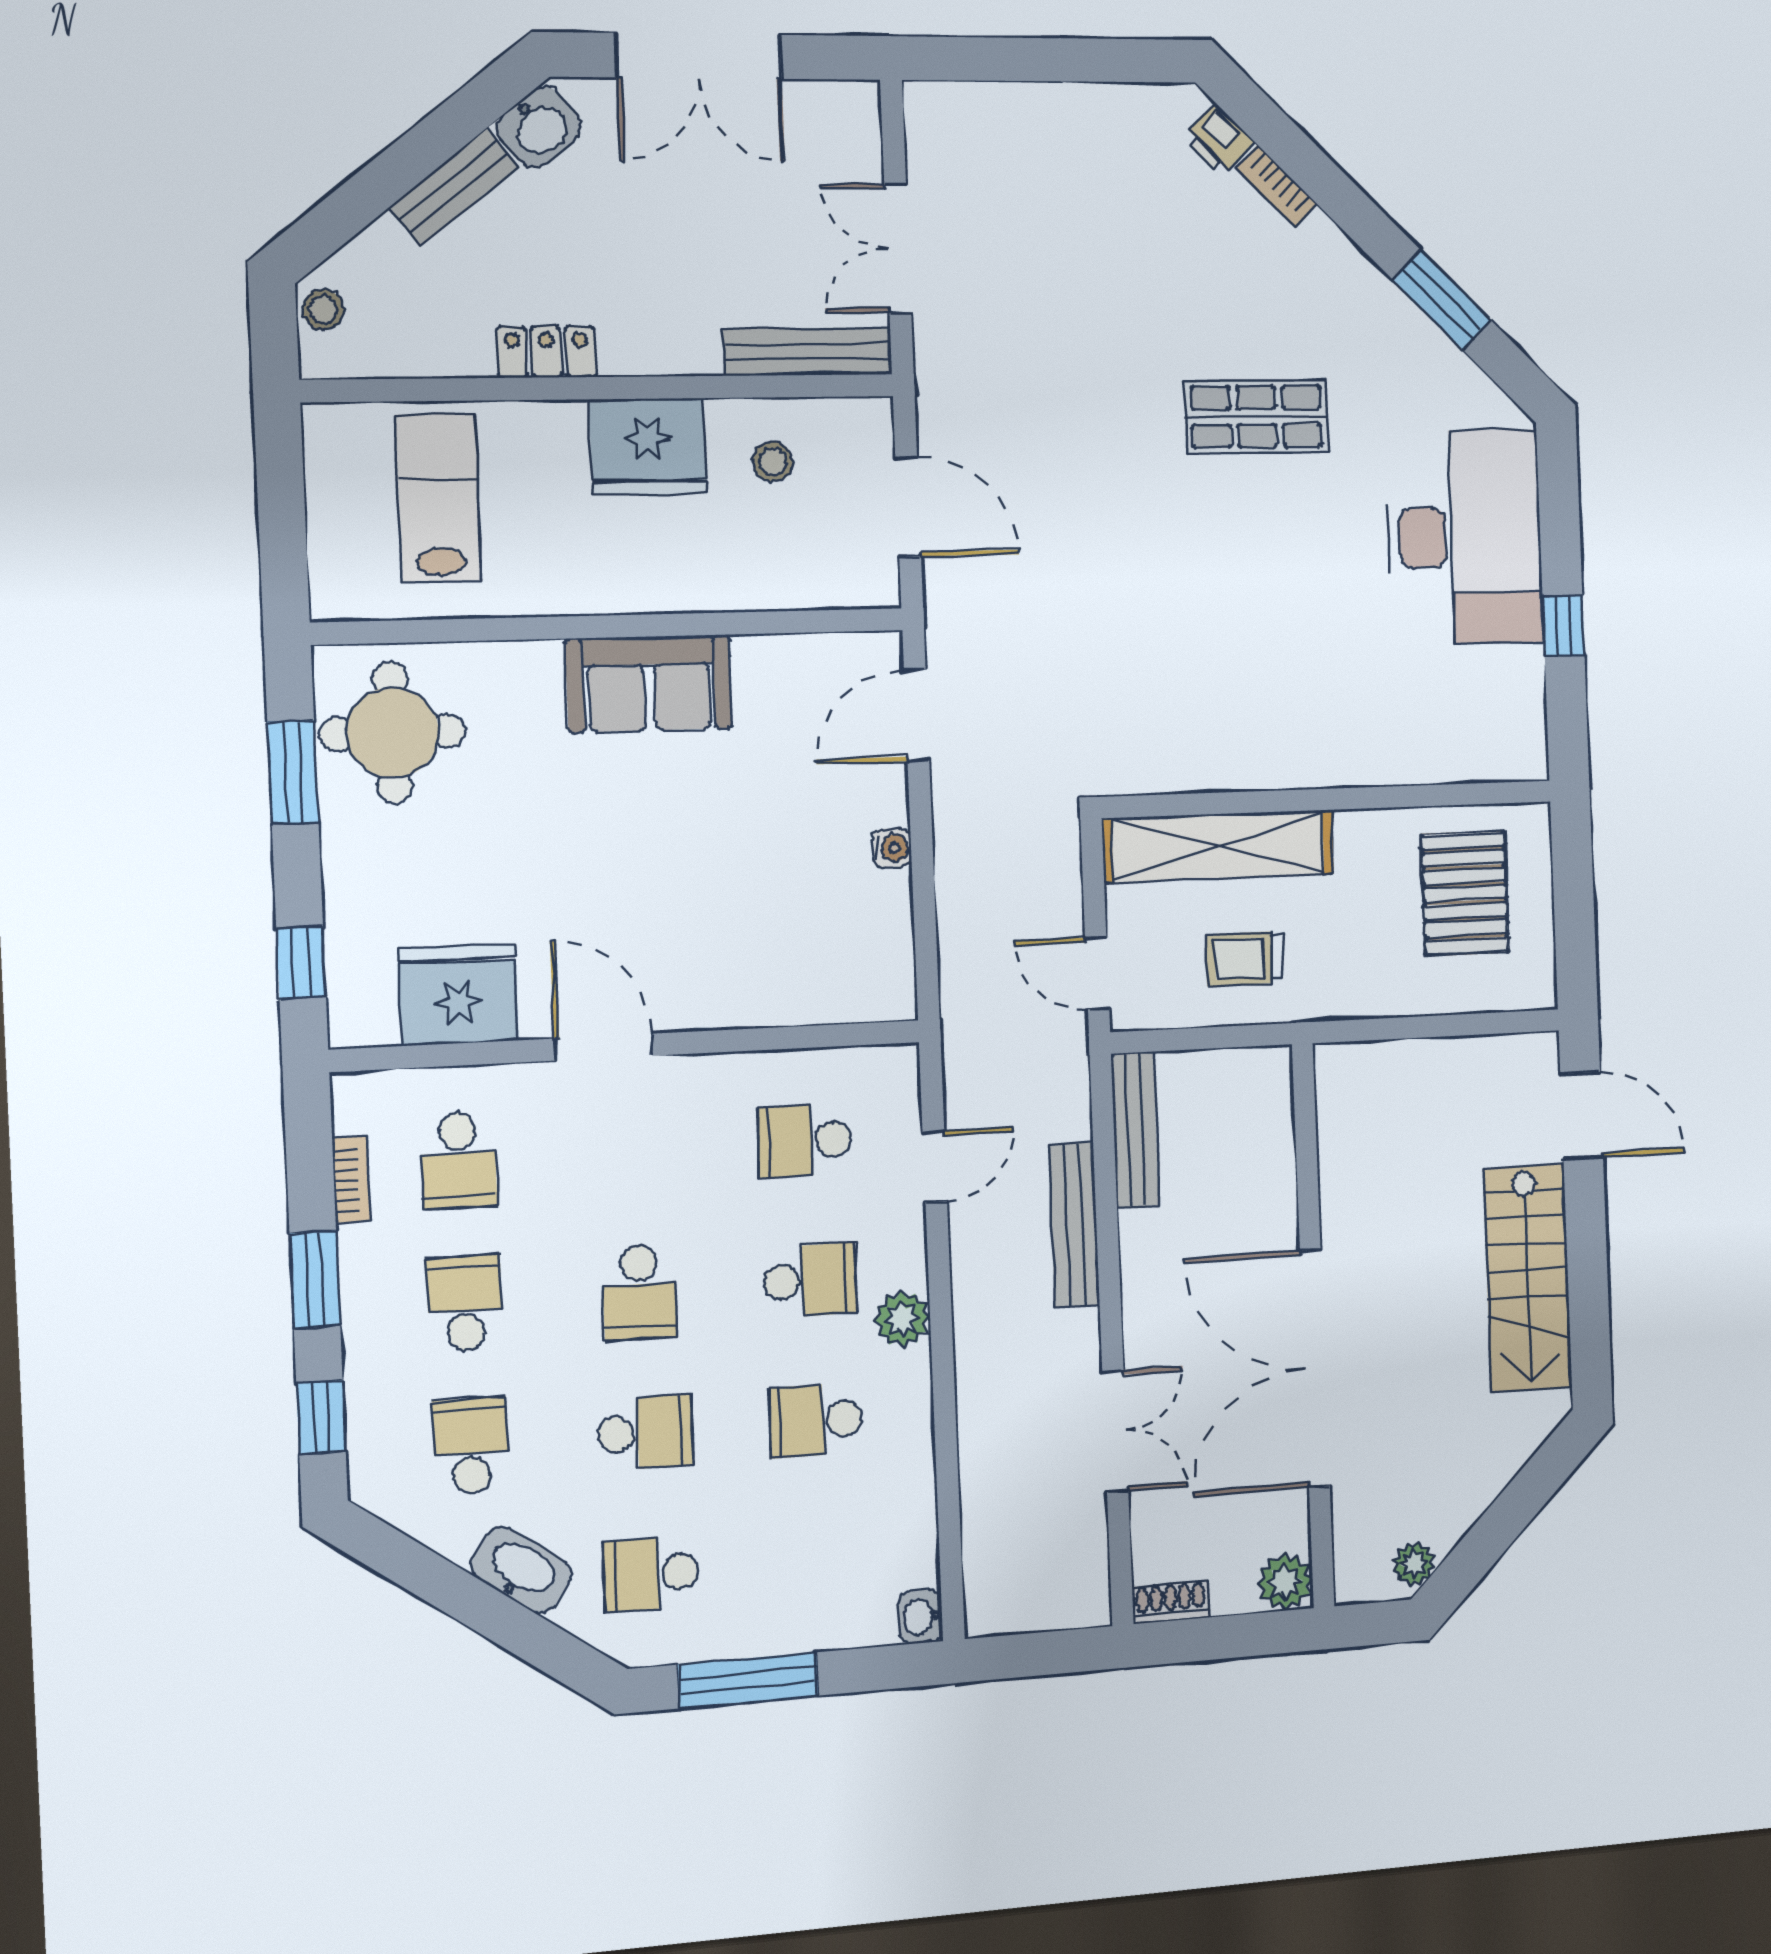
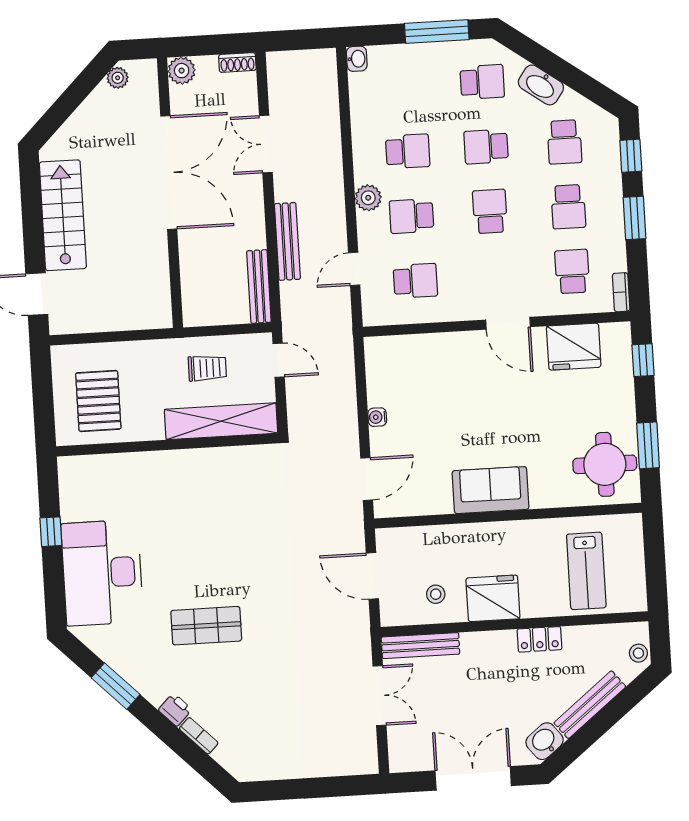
printer: (1219, 140) -> (175, 710), moved
bench: (454, 187) -> (590, 705), width x1.36
bookcase: (351, 1179) -> (621, 292), moved

